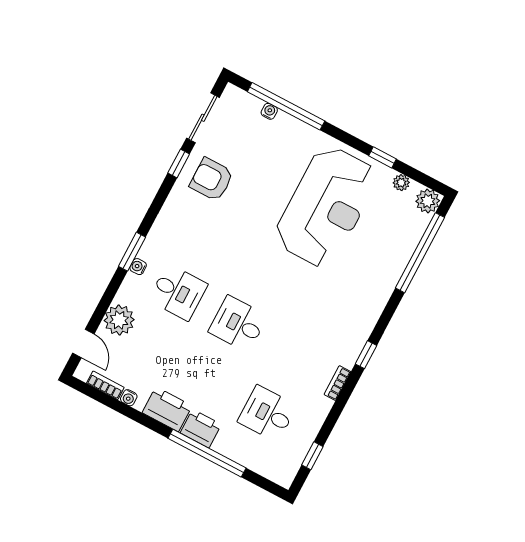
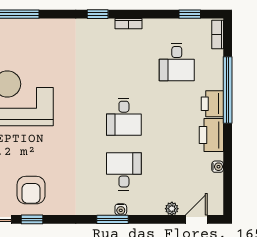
plant: (119, 320) -> (172, 209), width x0.53, depth x0.53
bookcase: (105, 385) -> (218, 34), moved

